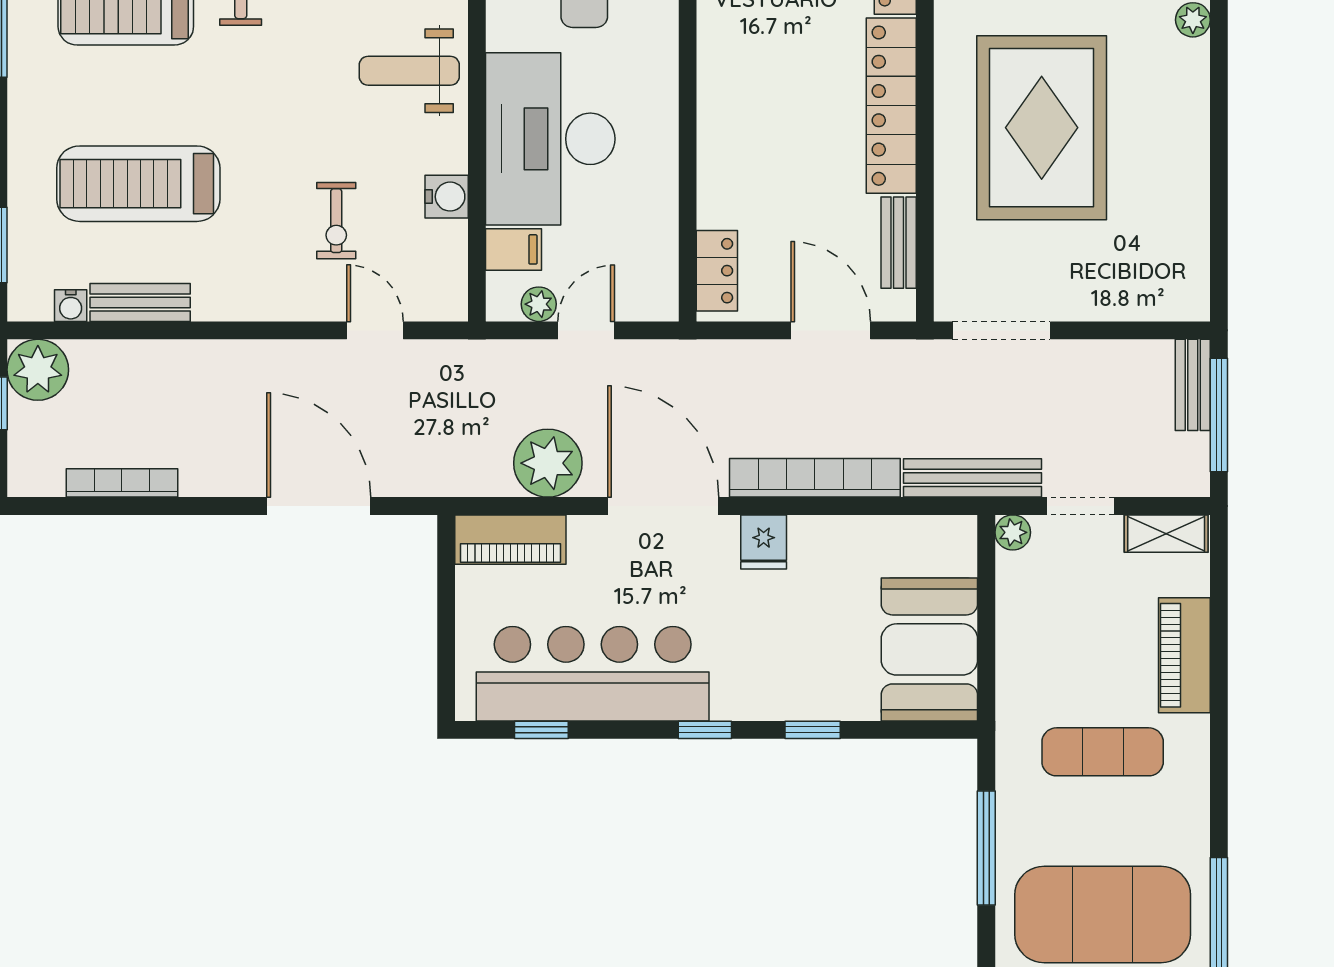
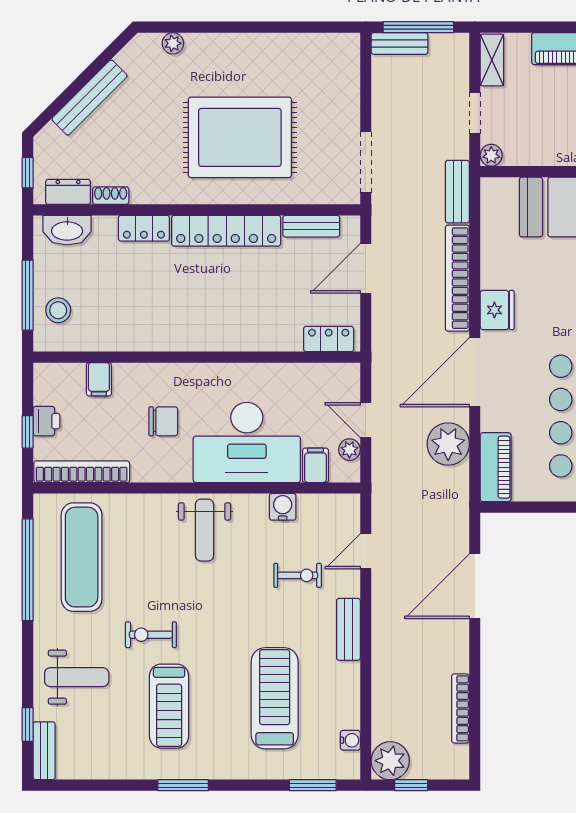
treadmill: (138, 184) -> (275, 698), turned 180
bench: (140, 302) -> (348, 629), moved
bench: (972, 478) -> (457, 192), width x0.73
fridge: (764, 542) -> (497, 310), width x1.38

